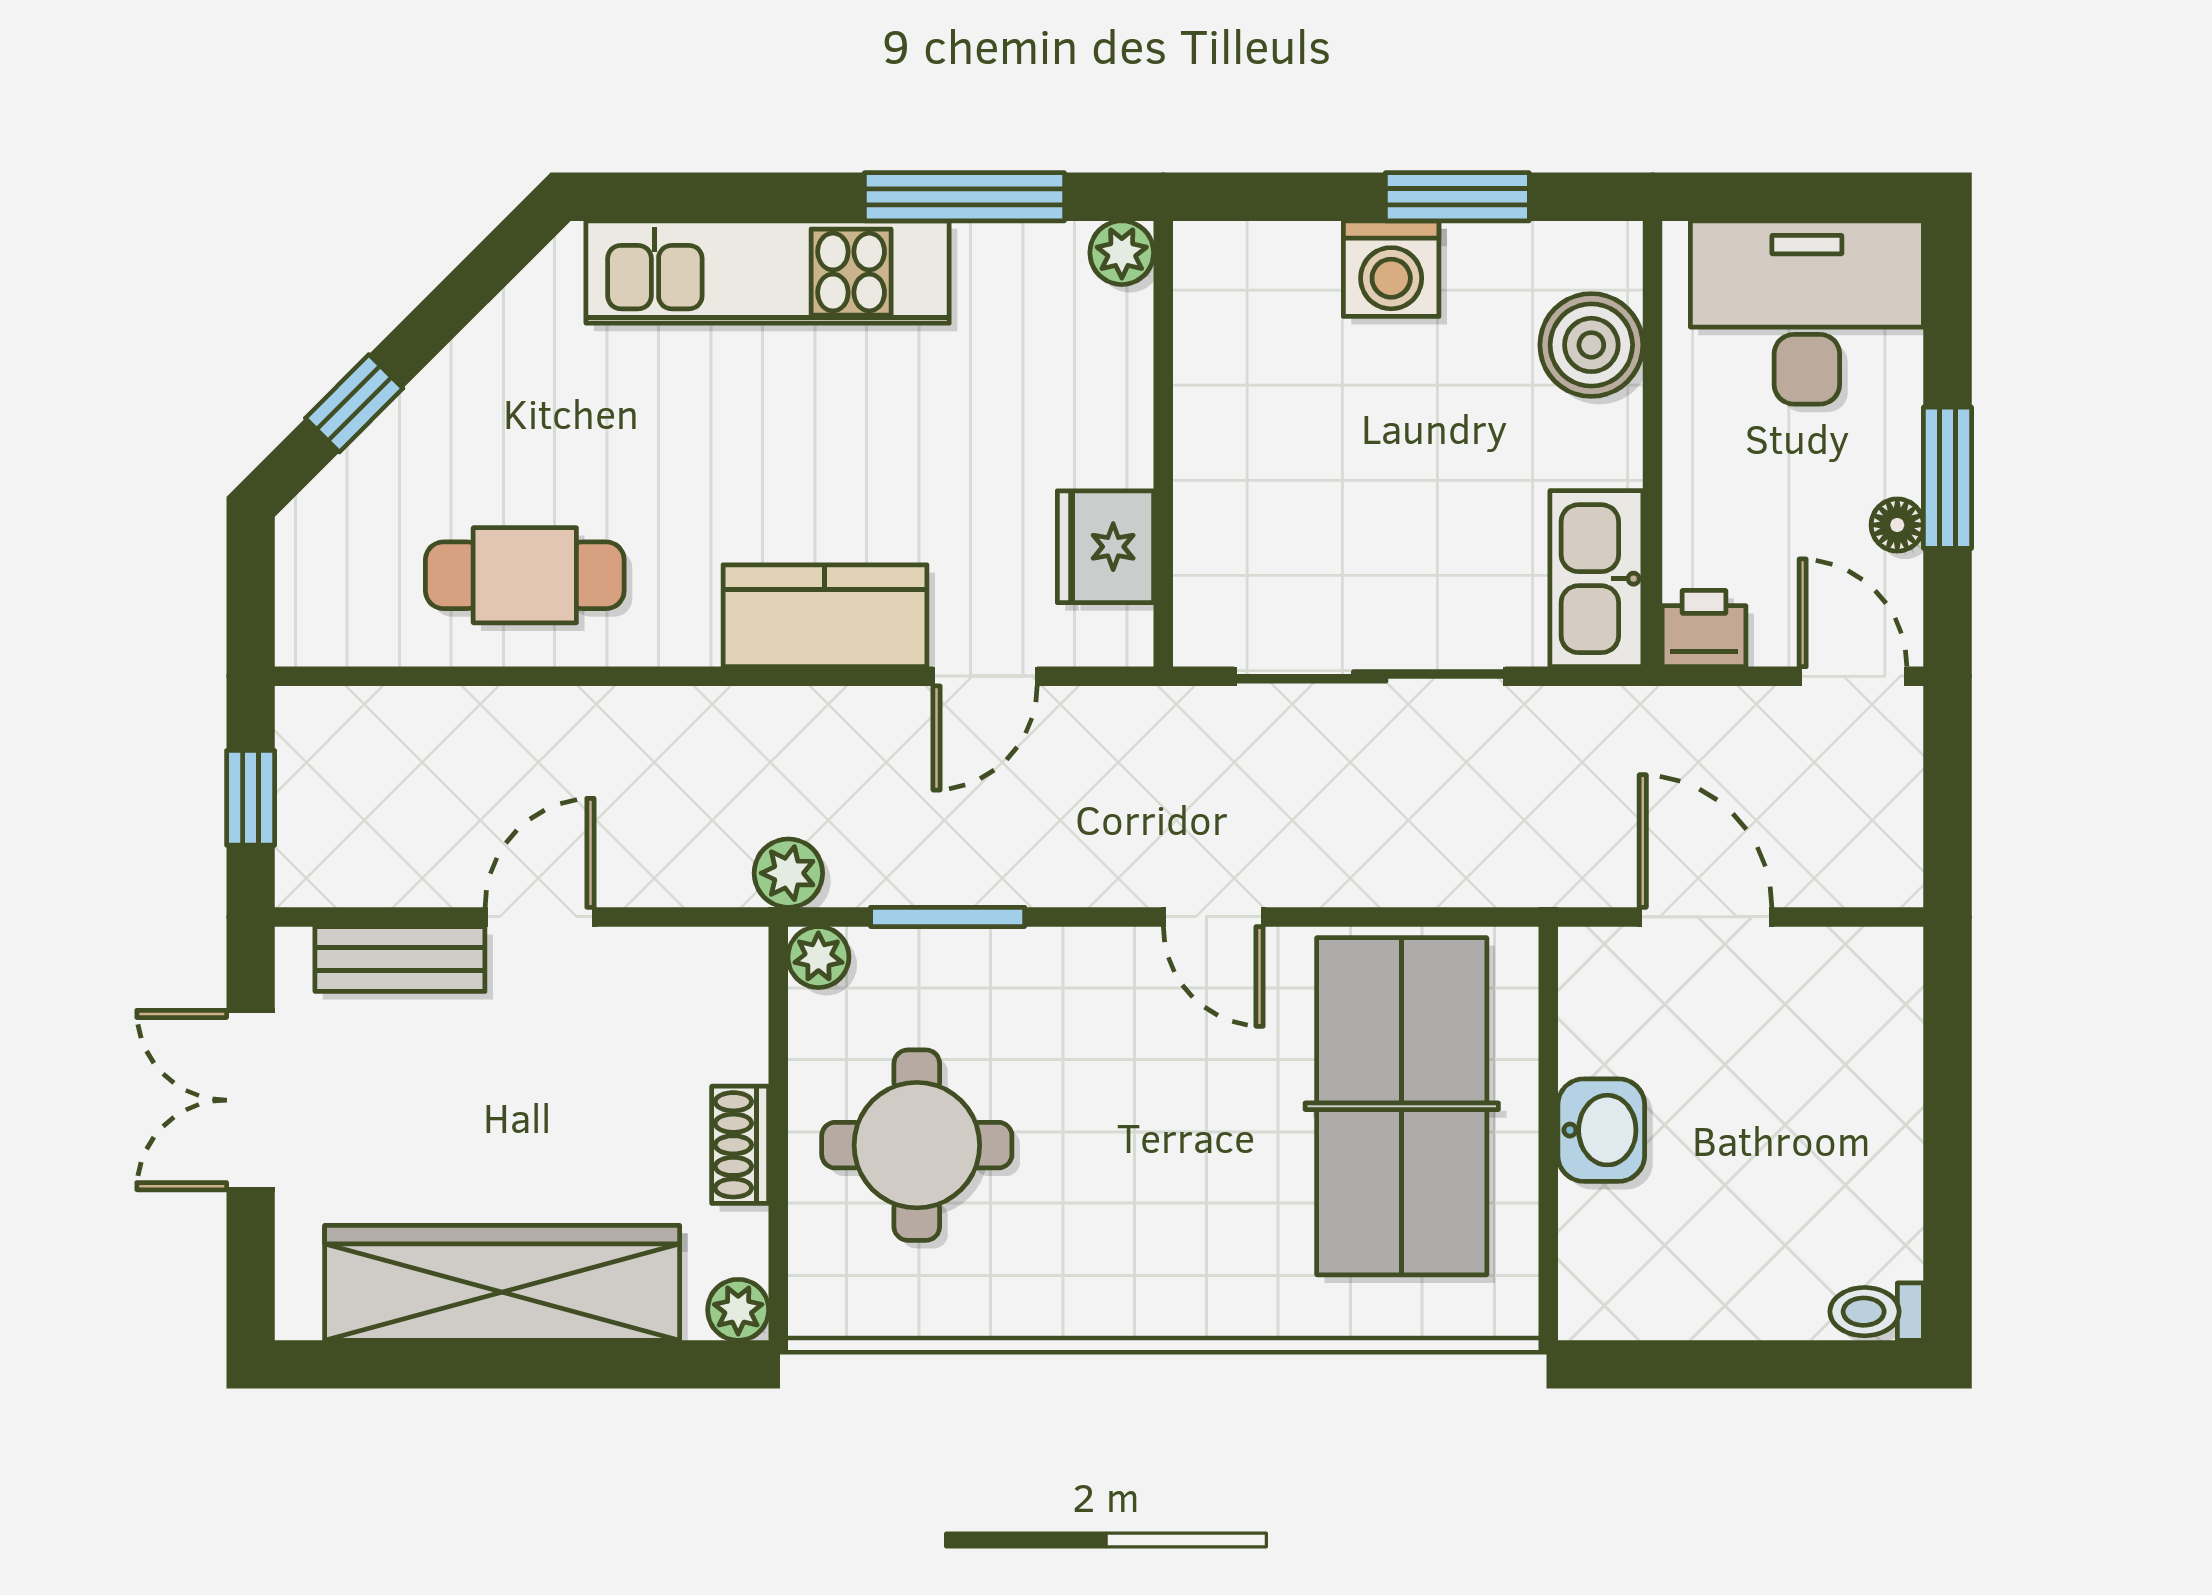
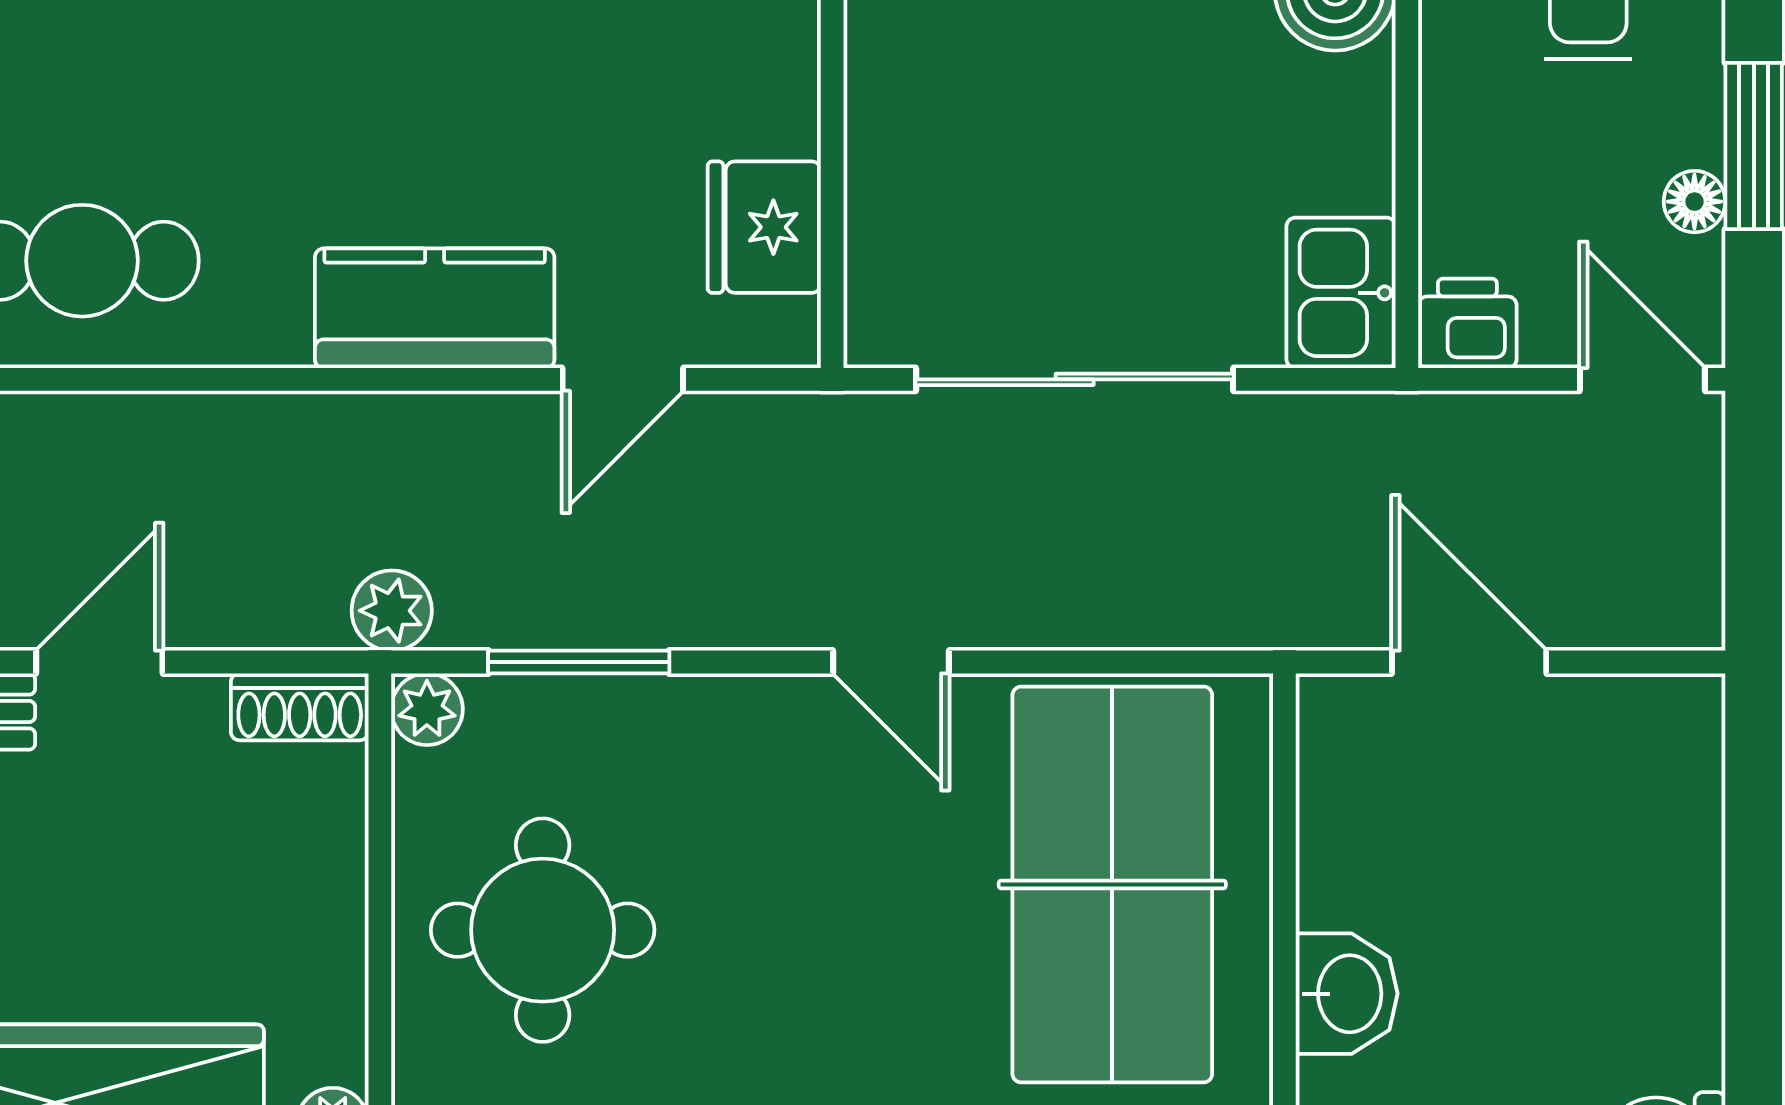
kitchen sink: (1596, 579) -> (1341, 293), width x0.73
washbasin: (1601, 1130) -> (1347, 994), moved
shoe rack: (740, 1145) -> (300, 707), moved, turned -90

